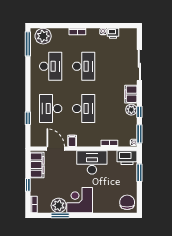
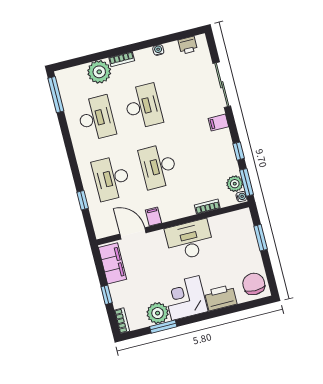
printer: (113, 33) -> (188, 45), moved
plant: (43, 36) -> (99, 72), moved
filing cabinet: (131, 94) -> (218, 123), width x0.50
desk: (84, 109) -> (158, 166), turned 180
plant: (131, 110) -> (235, 184), moved
printer: (127, 158) -> (221, 298), moved, turned 180

